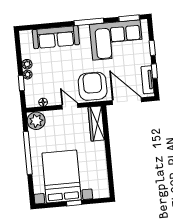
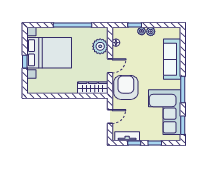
armchair: (93, 86) -> (126, 87), turned -90
door: (127, 101) -> (110, 116), width x0.53
plant: (36, 121) -> (100, 46), moved

